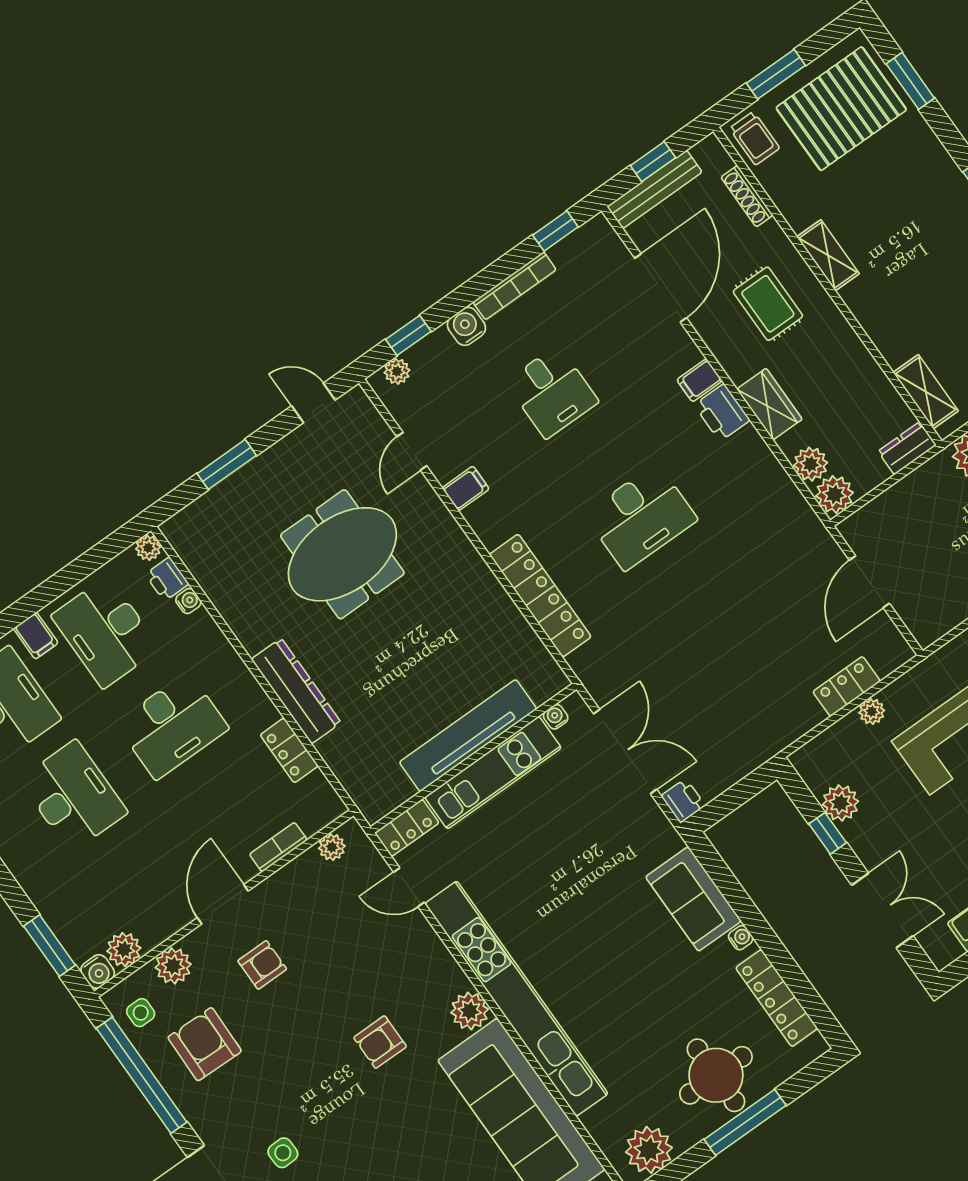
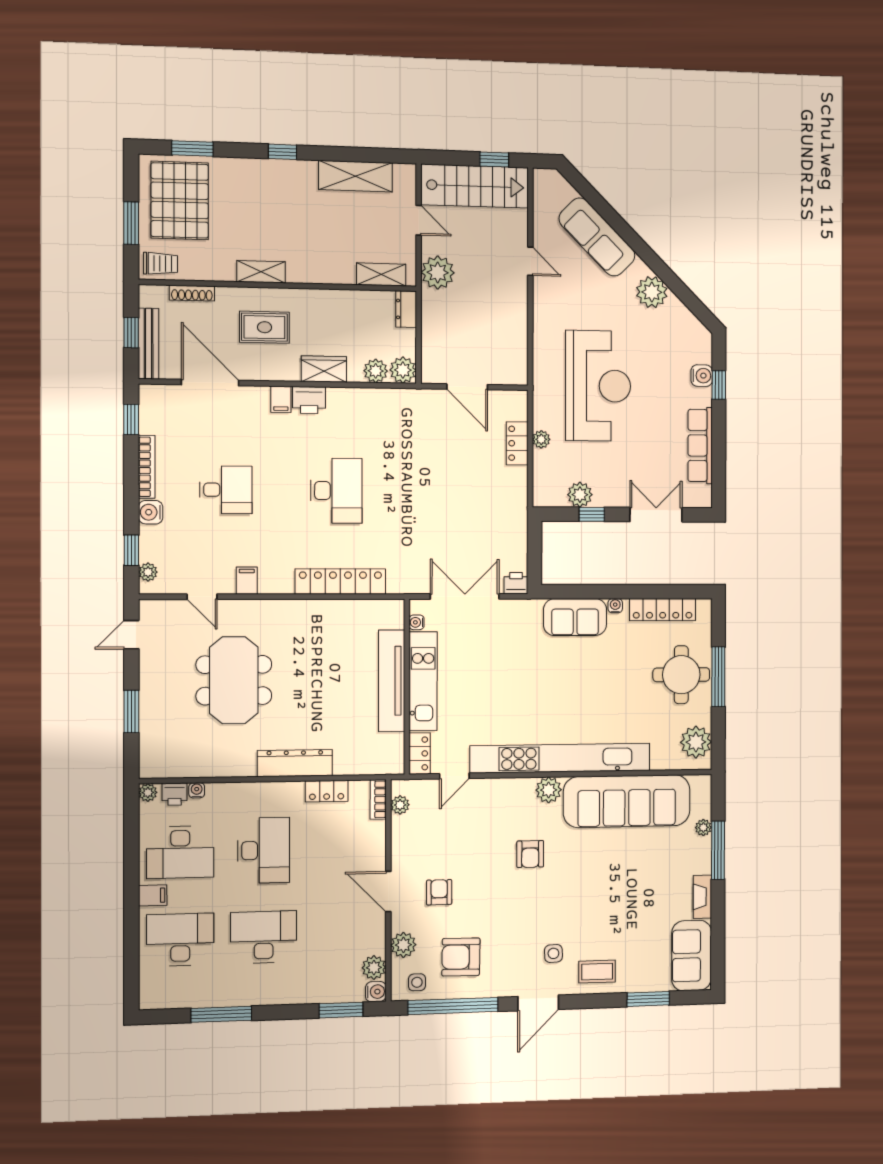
bookcase: (278, 847) -> (378, 799), moved

